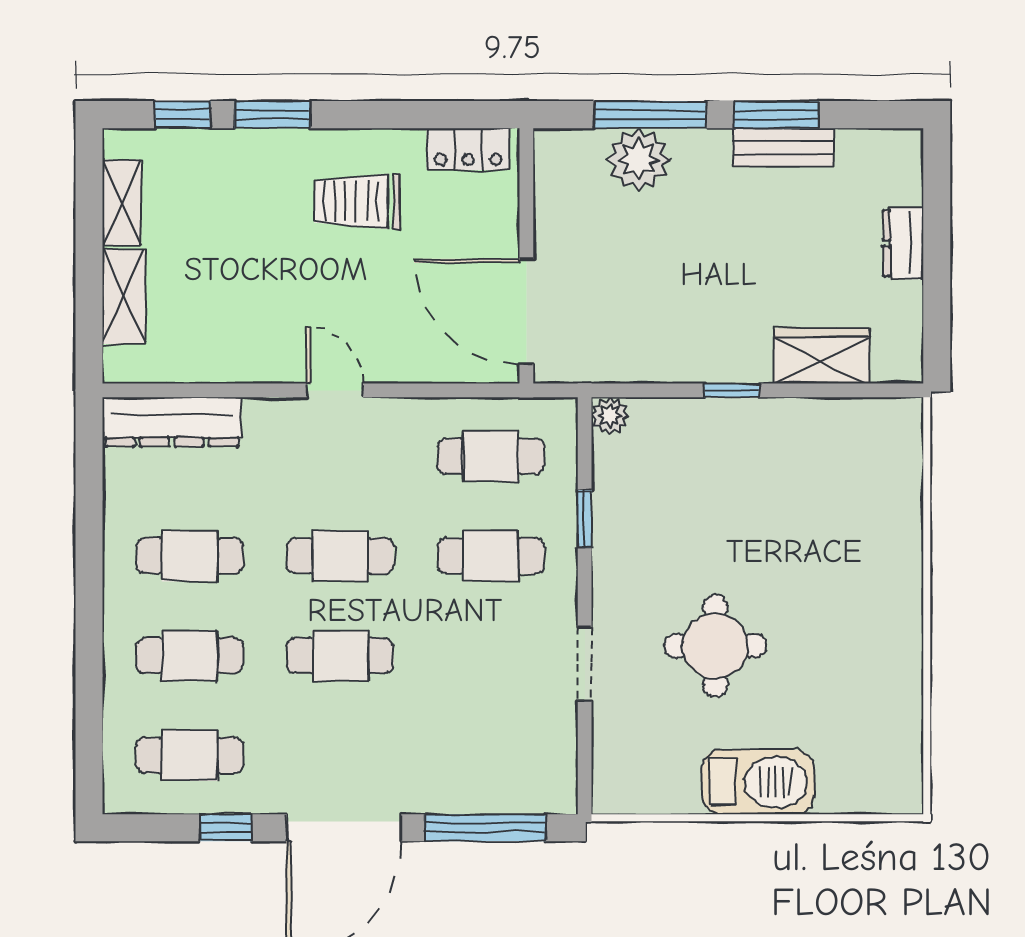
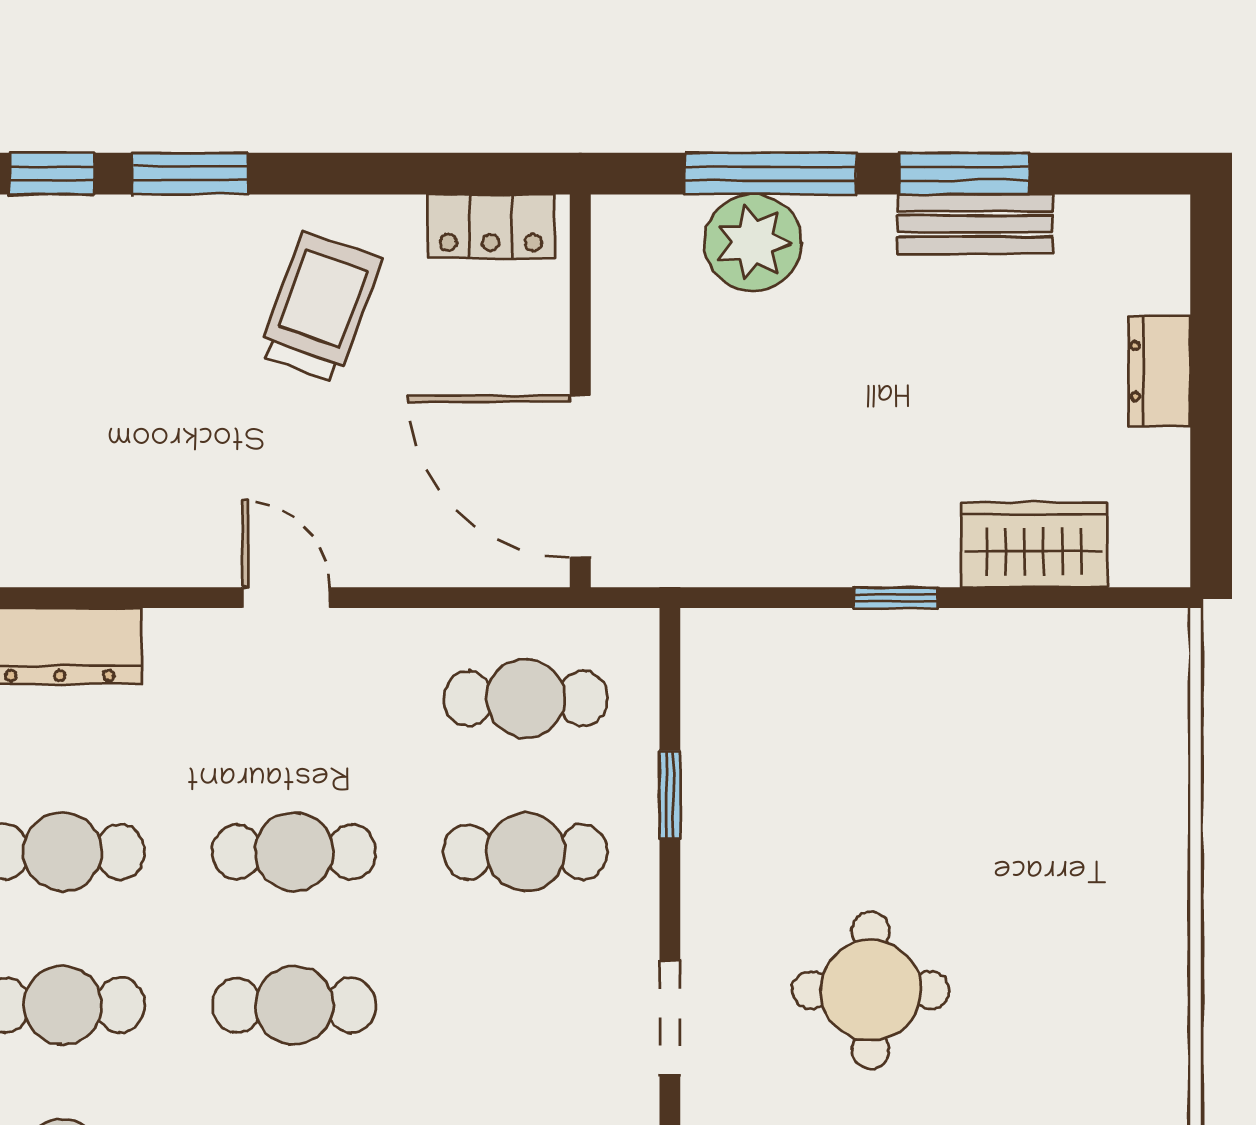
trolley: (357, 201) -> (320, 307), turned 110
plant: (610, 416) -> (709, 636), removed

